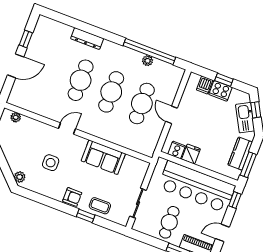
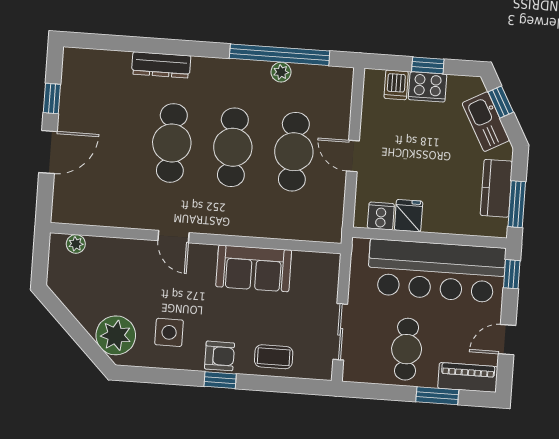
door: (67, 129) -> (174, 237), swing flipped
side table: (51, 163) -> (169, 332), moved
plant: (20, 177) -> (116, 335), width x1.88, depth x1.88
window: (86, 216) -> (220, 380), moved

